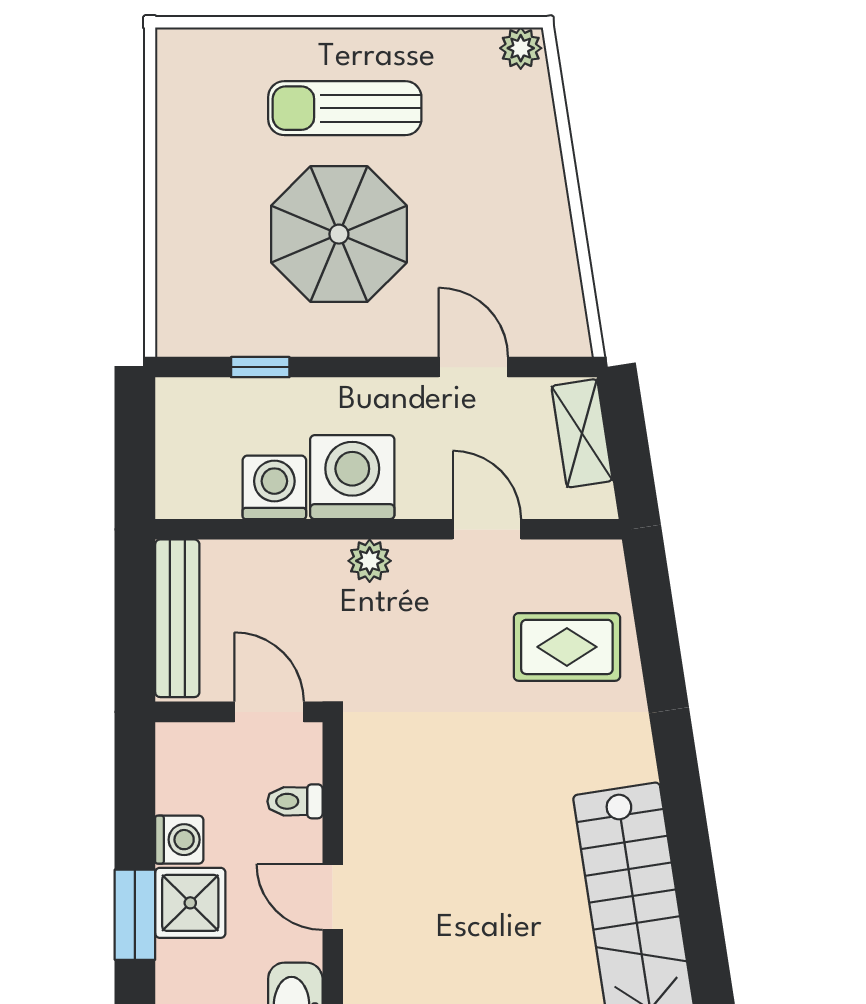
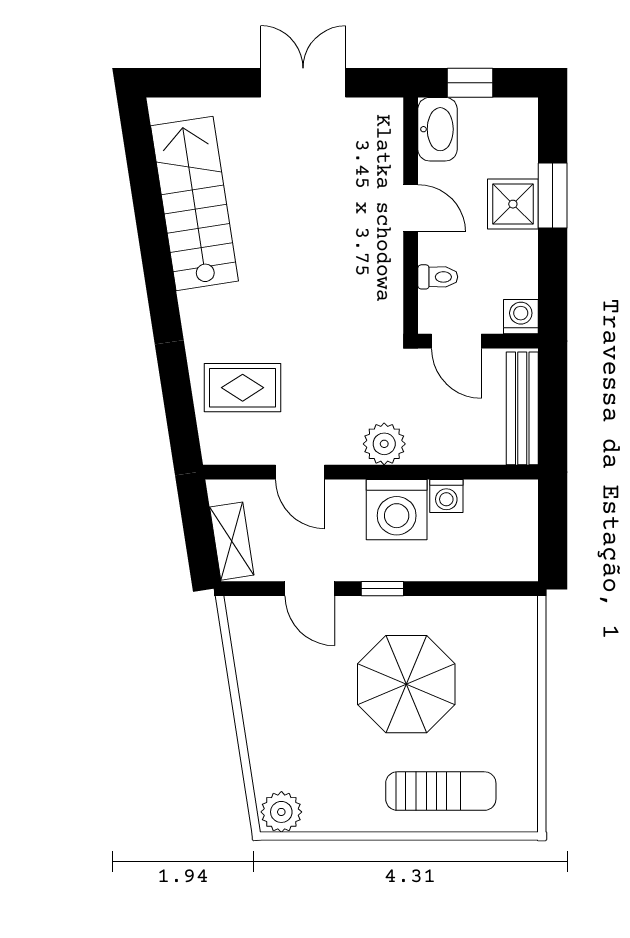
plant: (521, 48) -> (281, 812), width x1.38, depth x1.38
sun lounger: (345, 108) -> (441, 791), moved
window: (260, 367) -> (382, 589), moved
washing machine: (274, 487) -> (446, 496), width x0.73, depth x0.73
plant: (370, 561) -> (384, 444), width x1.38, depth x1.38
washing machine: (179, 840) -> (521, 317), moved, turned 90

